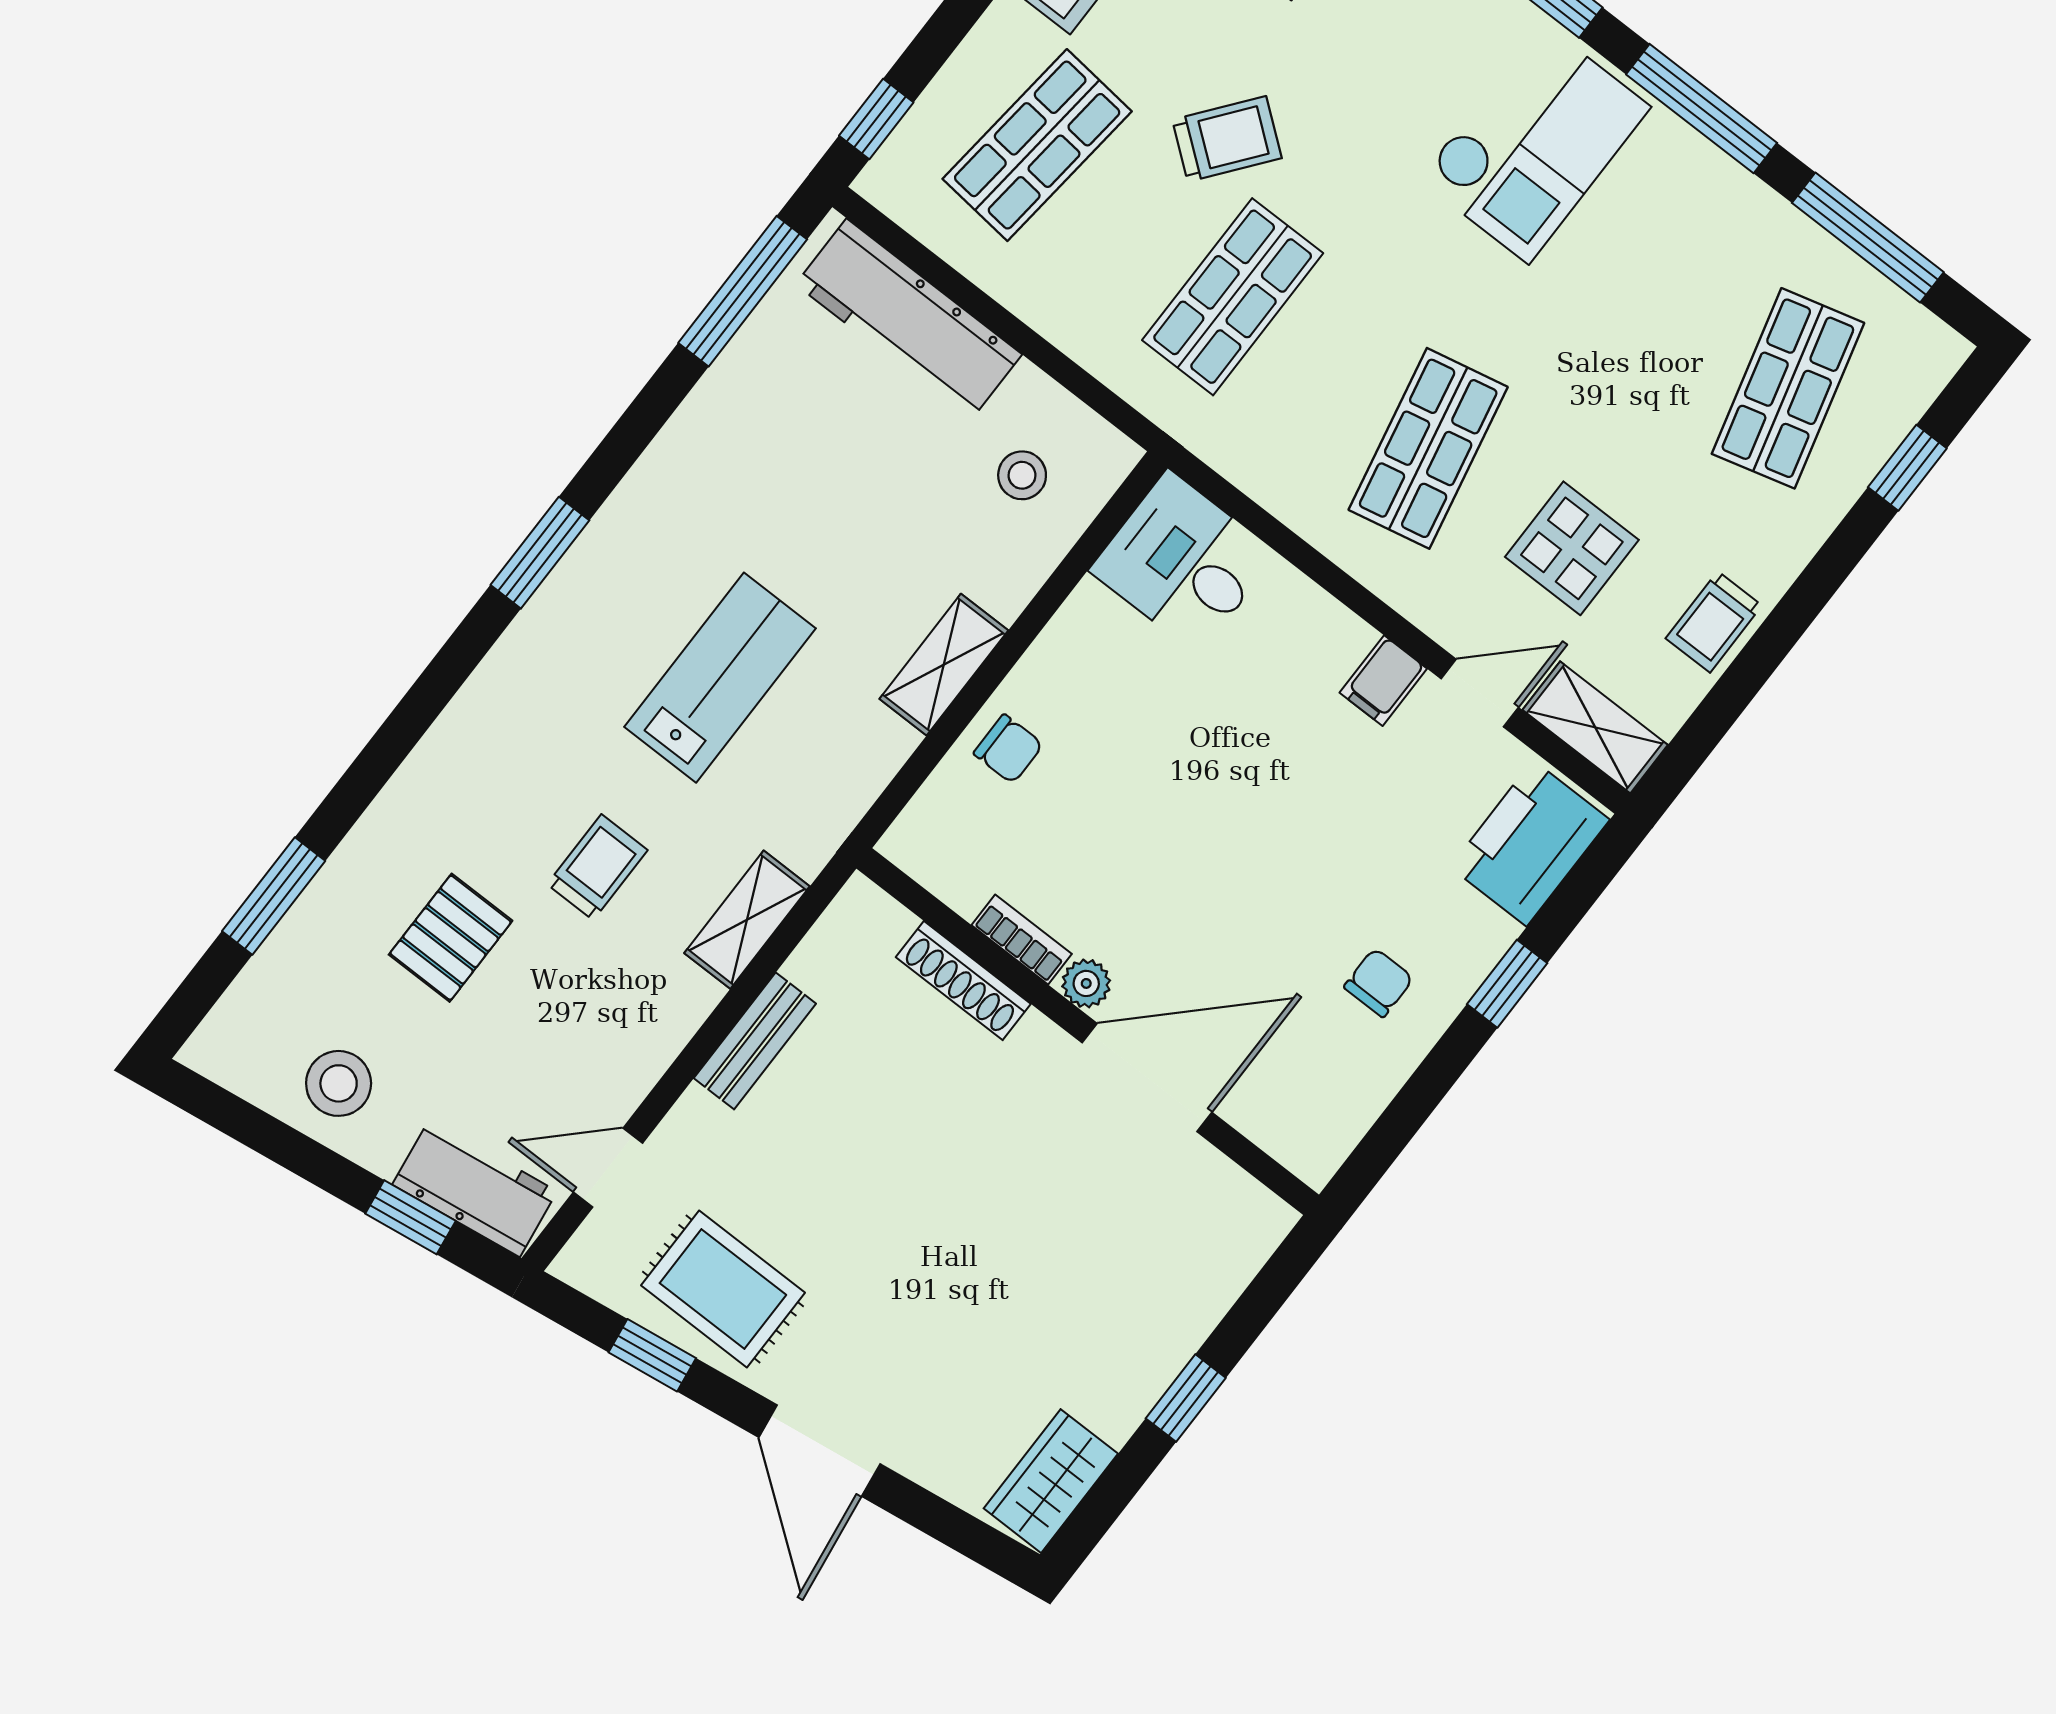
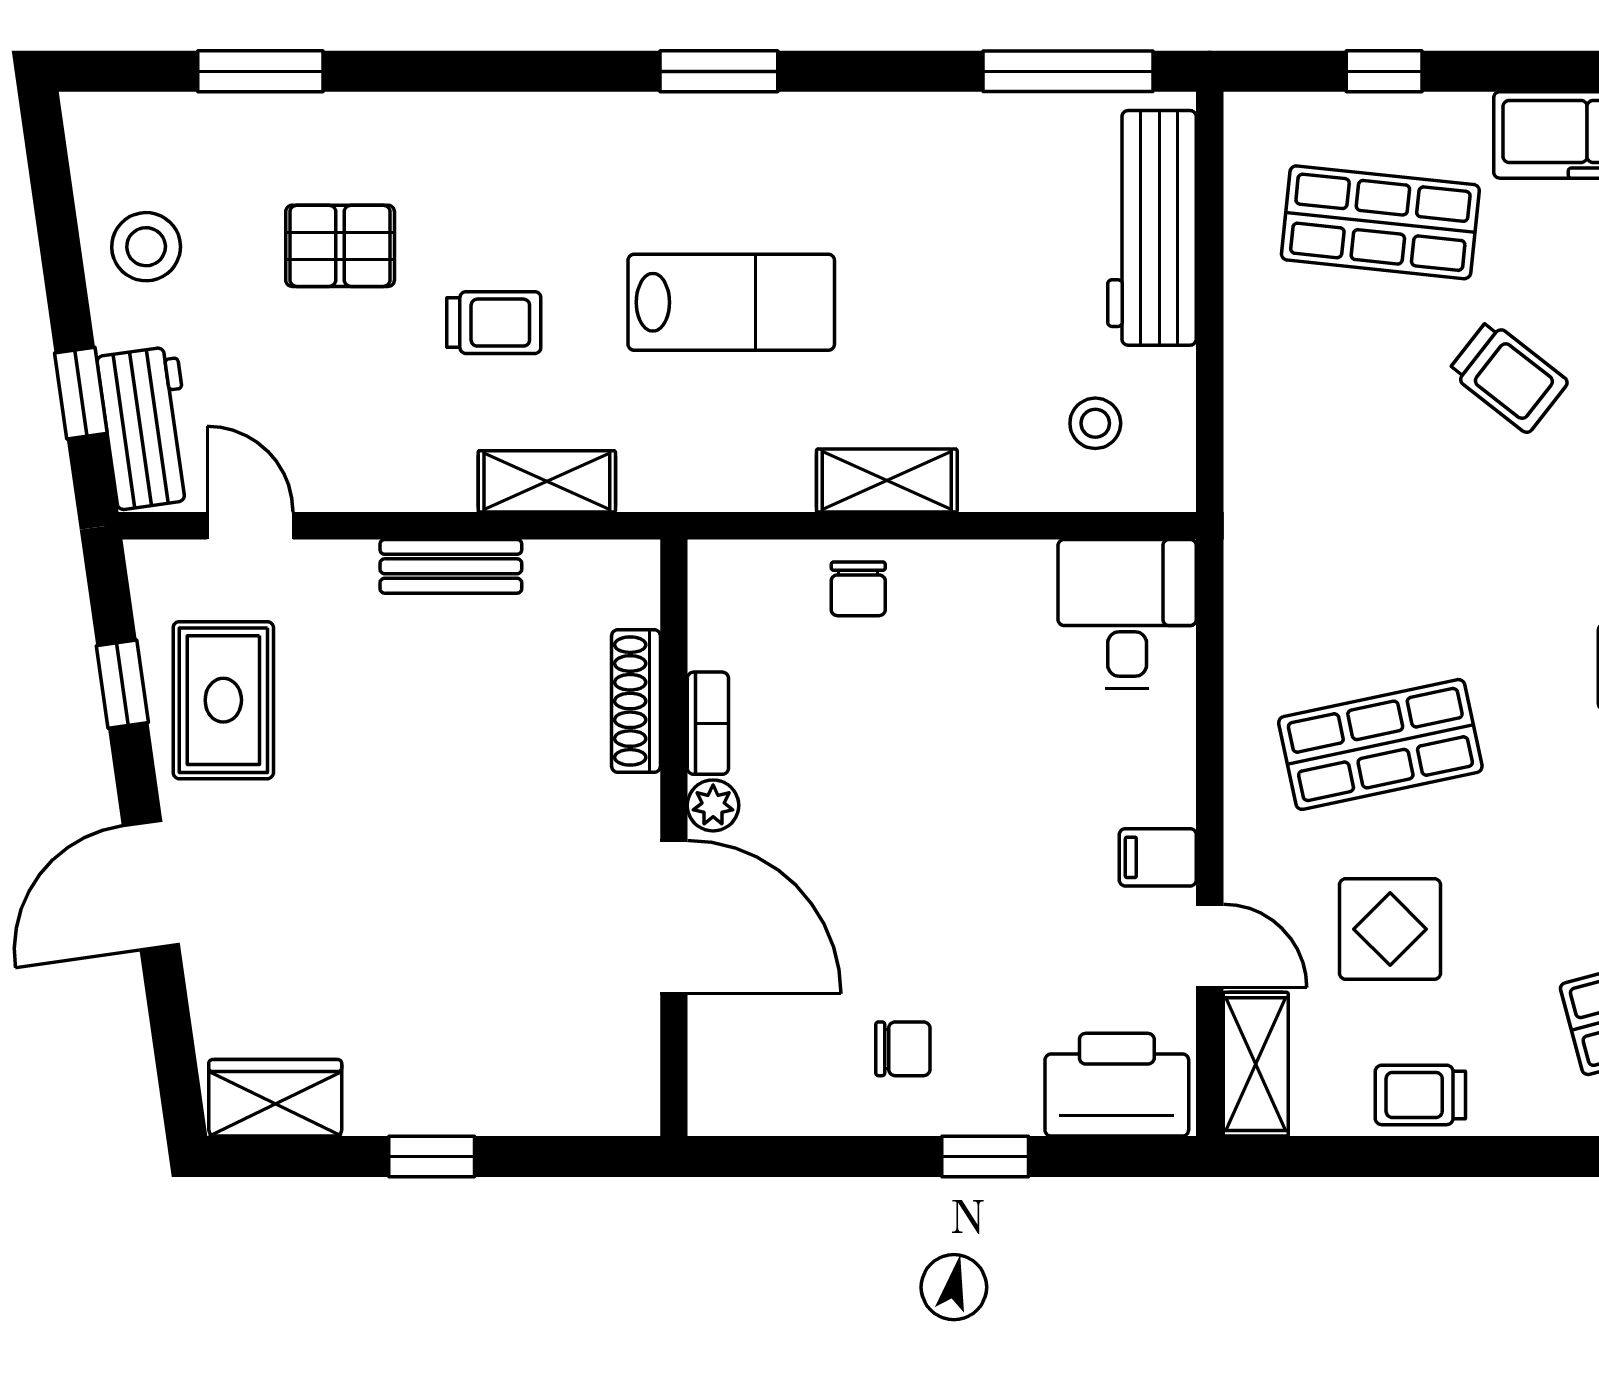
window: (876, 119) -> (1384, 71), moved
shop shelf: (1233, 297) -> (1380, 483), removed

